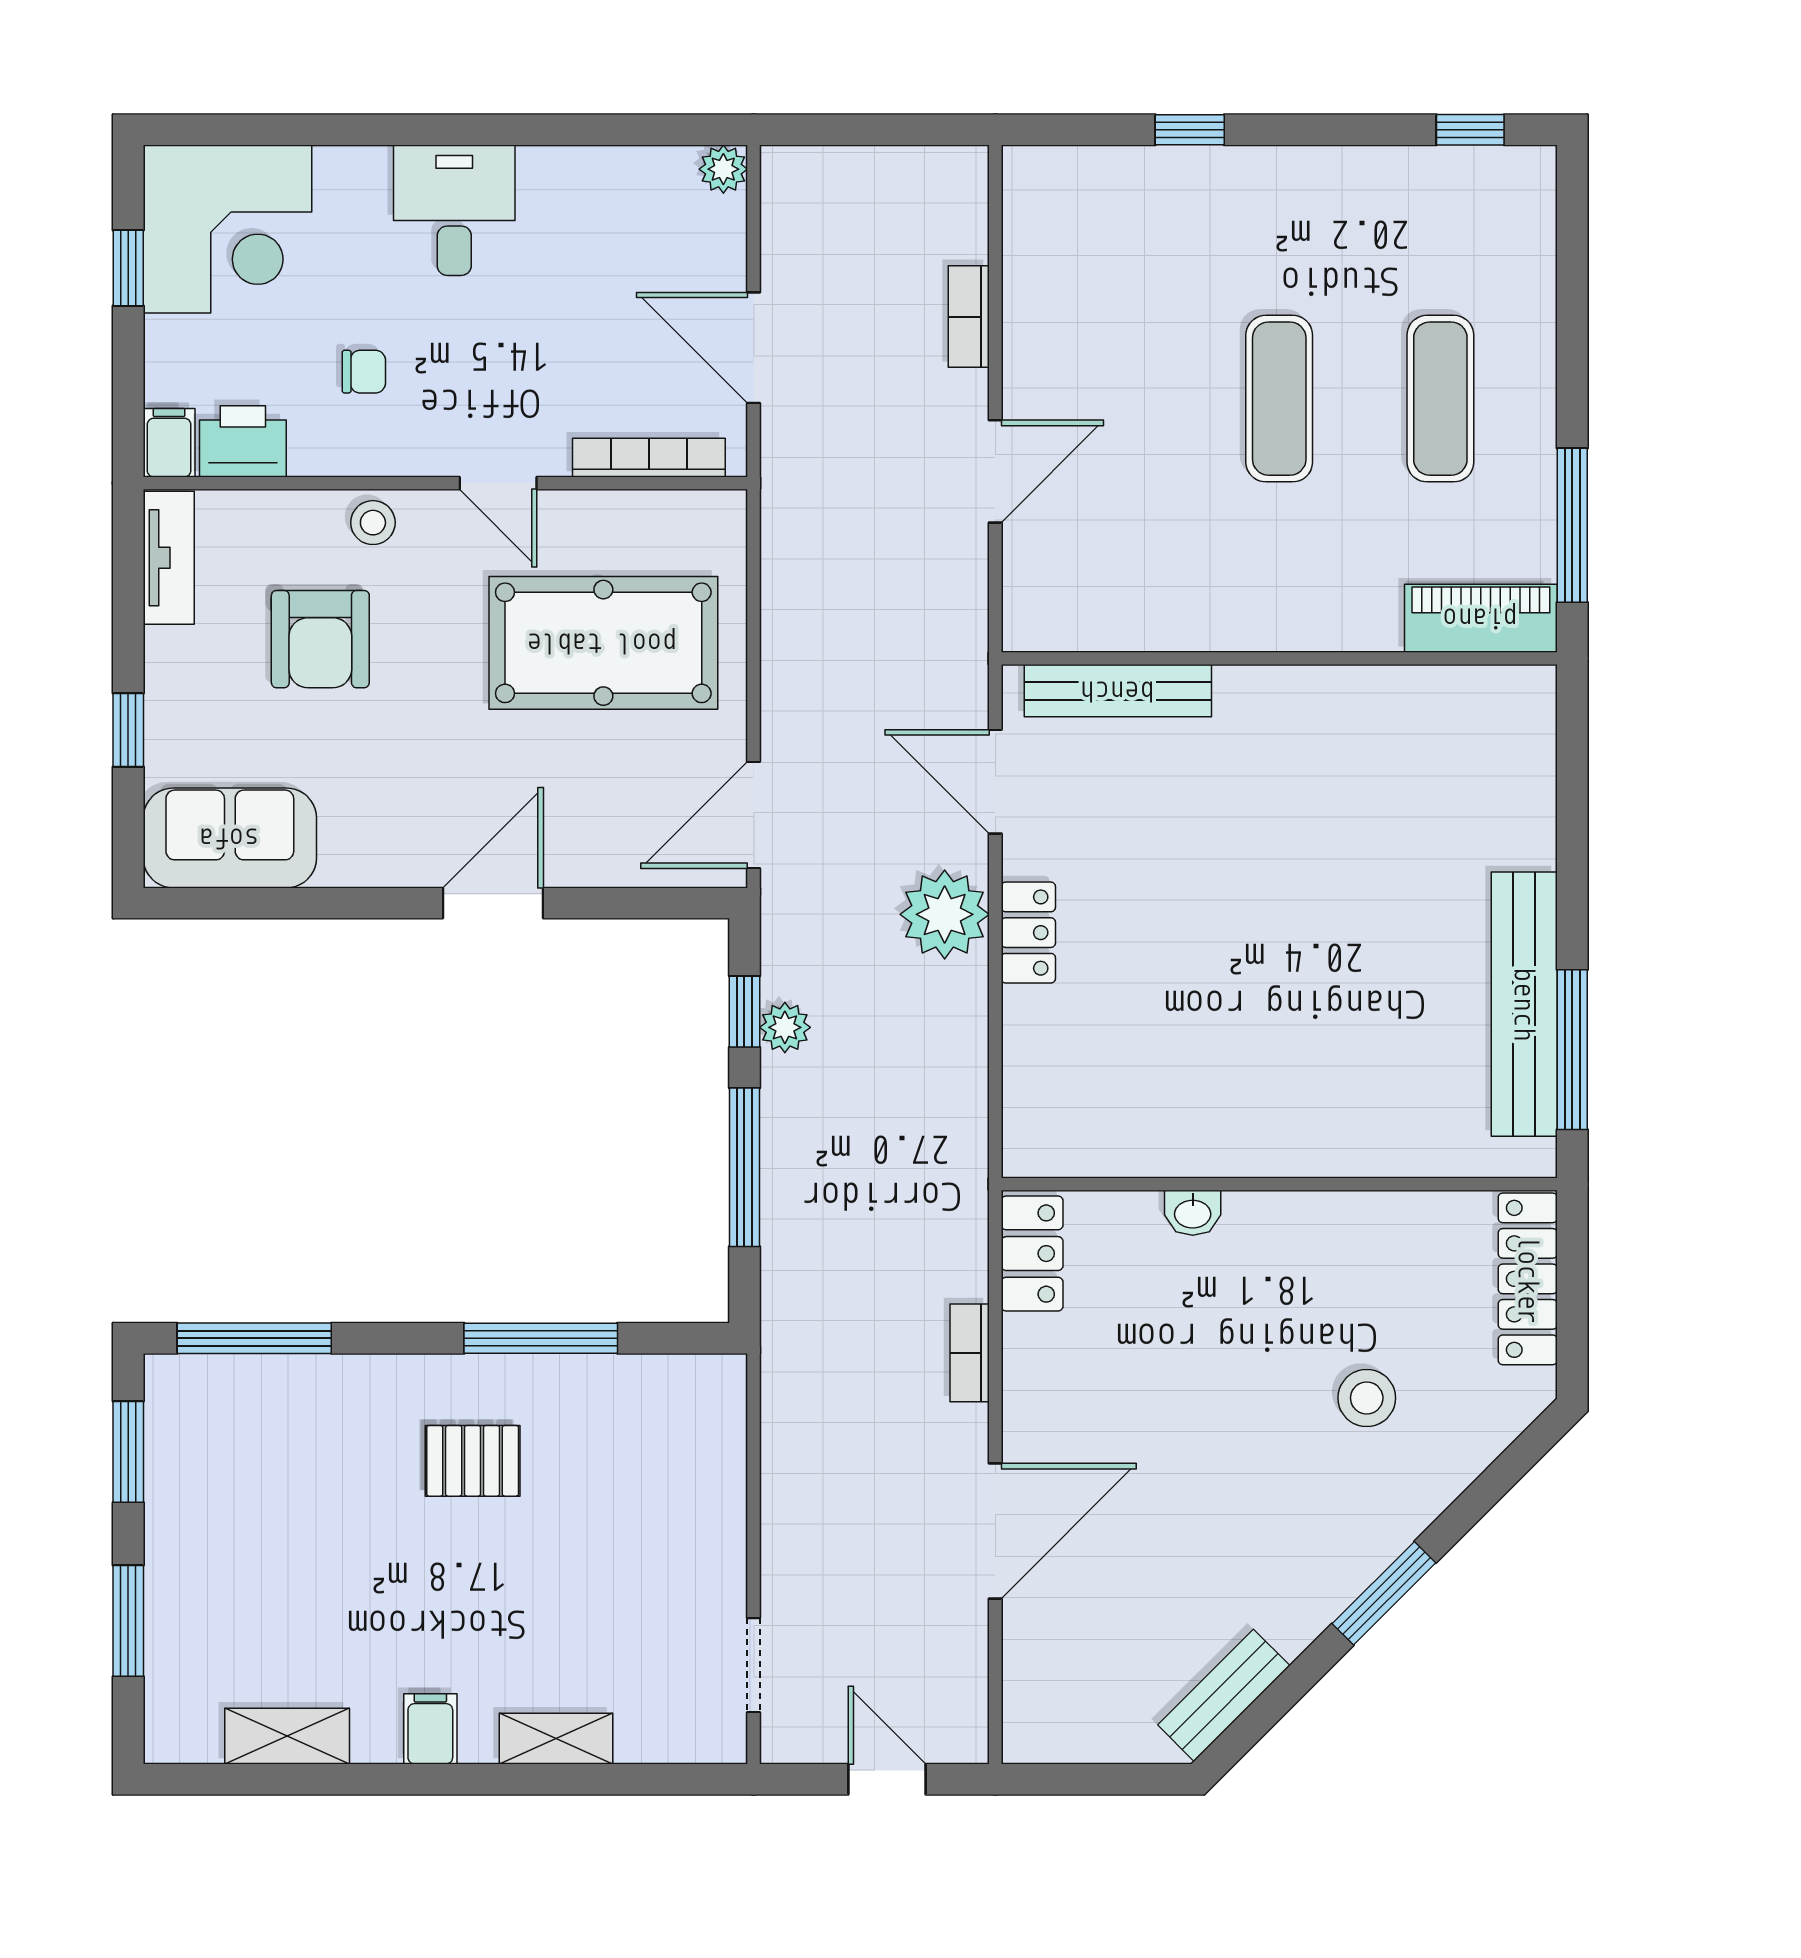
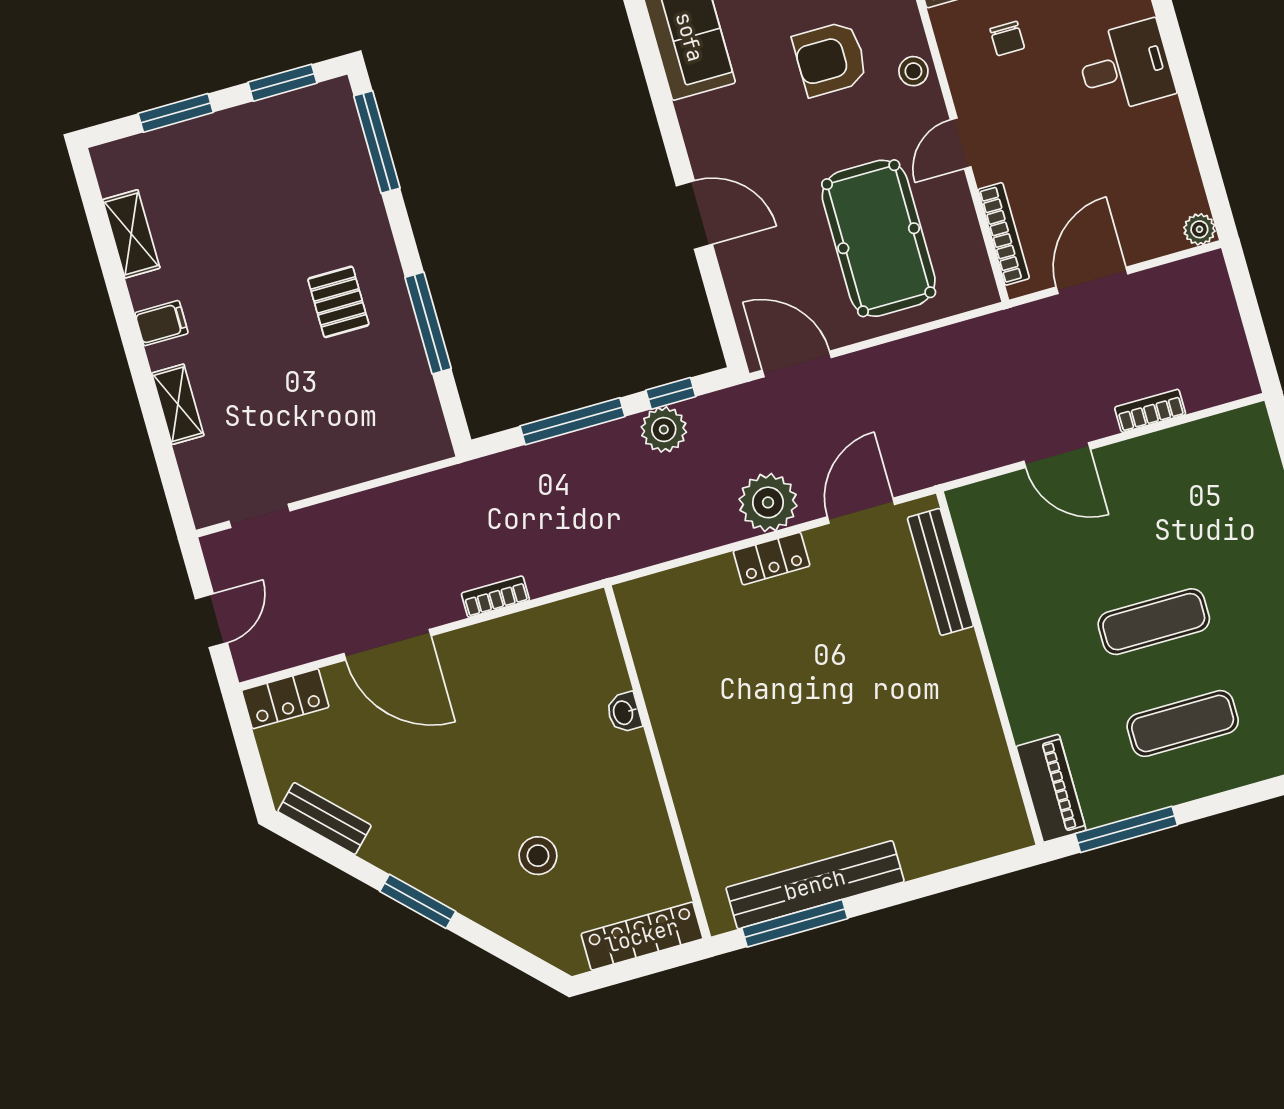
plant: (785, 1027) -> (664, 429), width x1.38, depth x1.38
locker: (1032, 1254) -> (285, 699), moved

